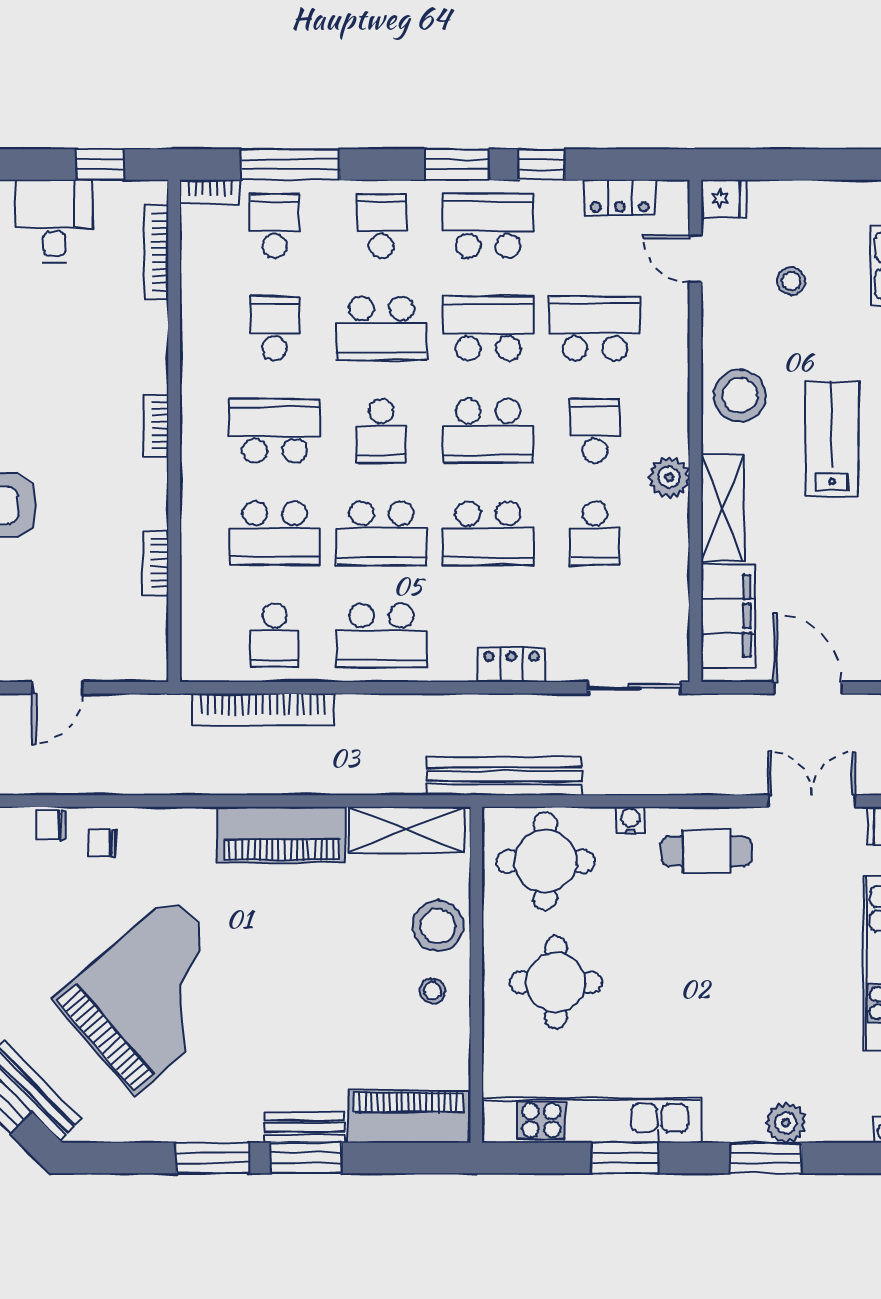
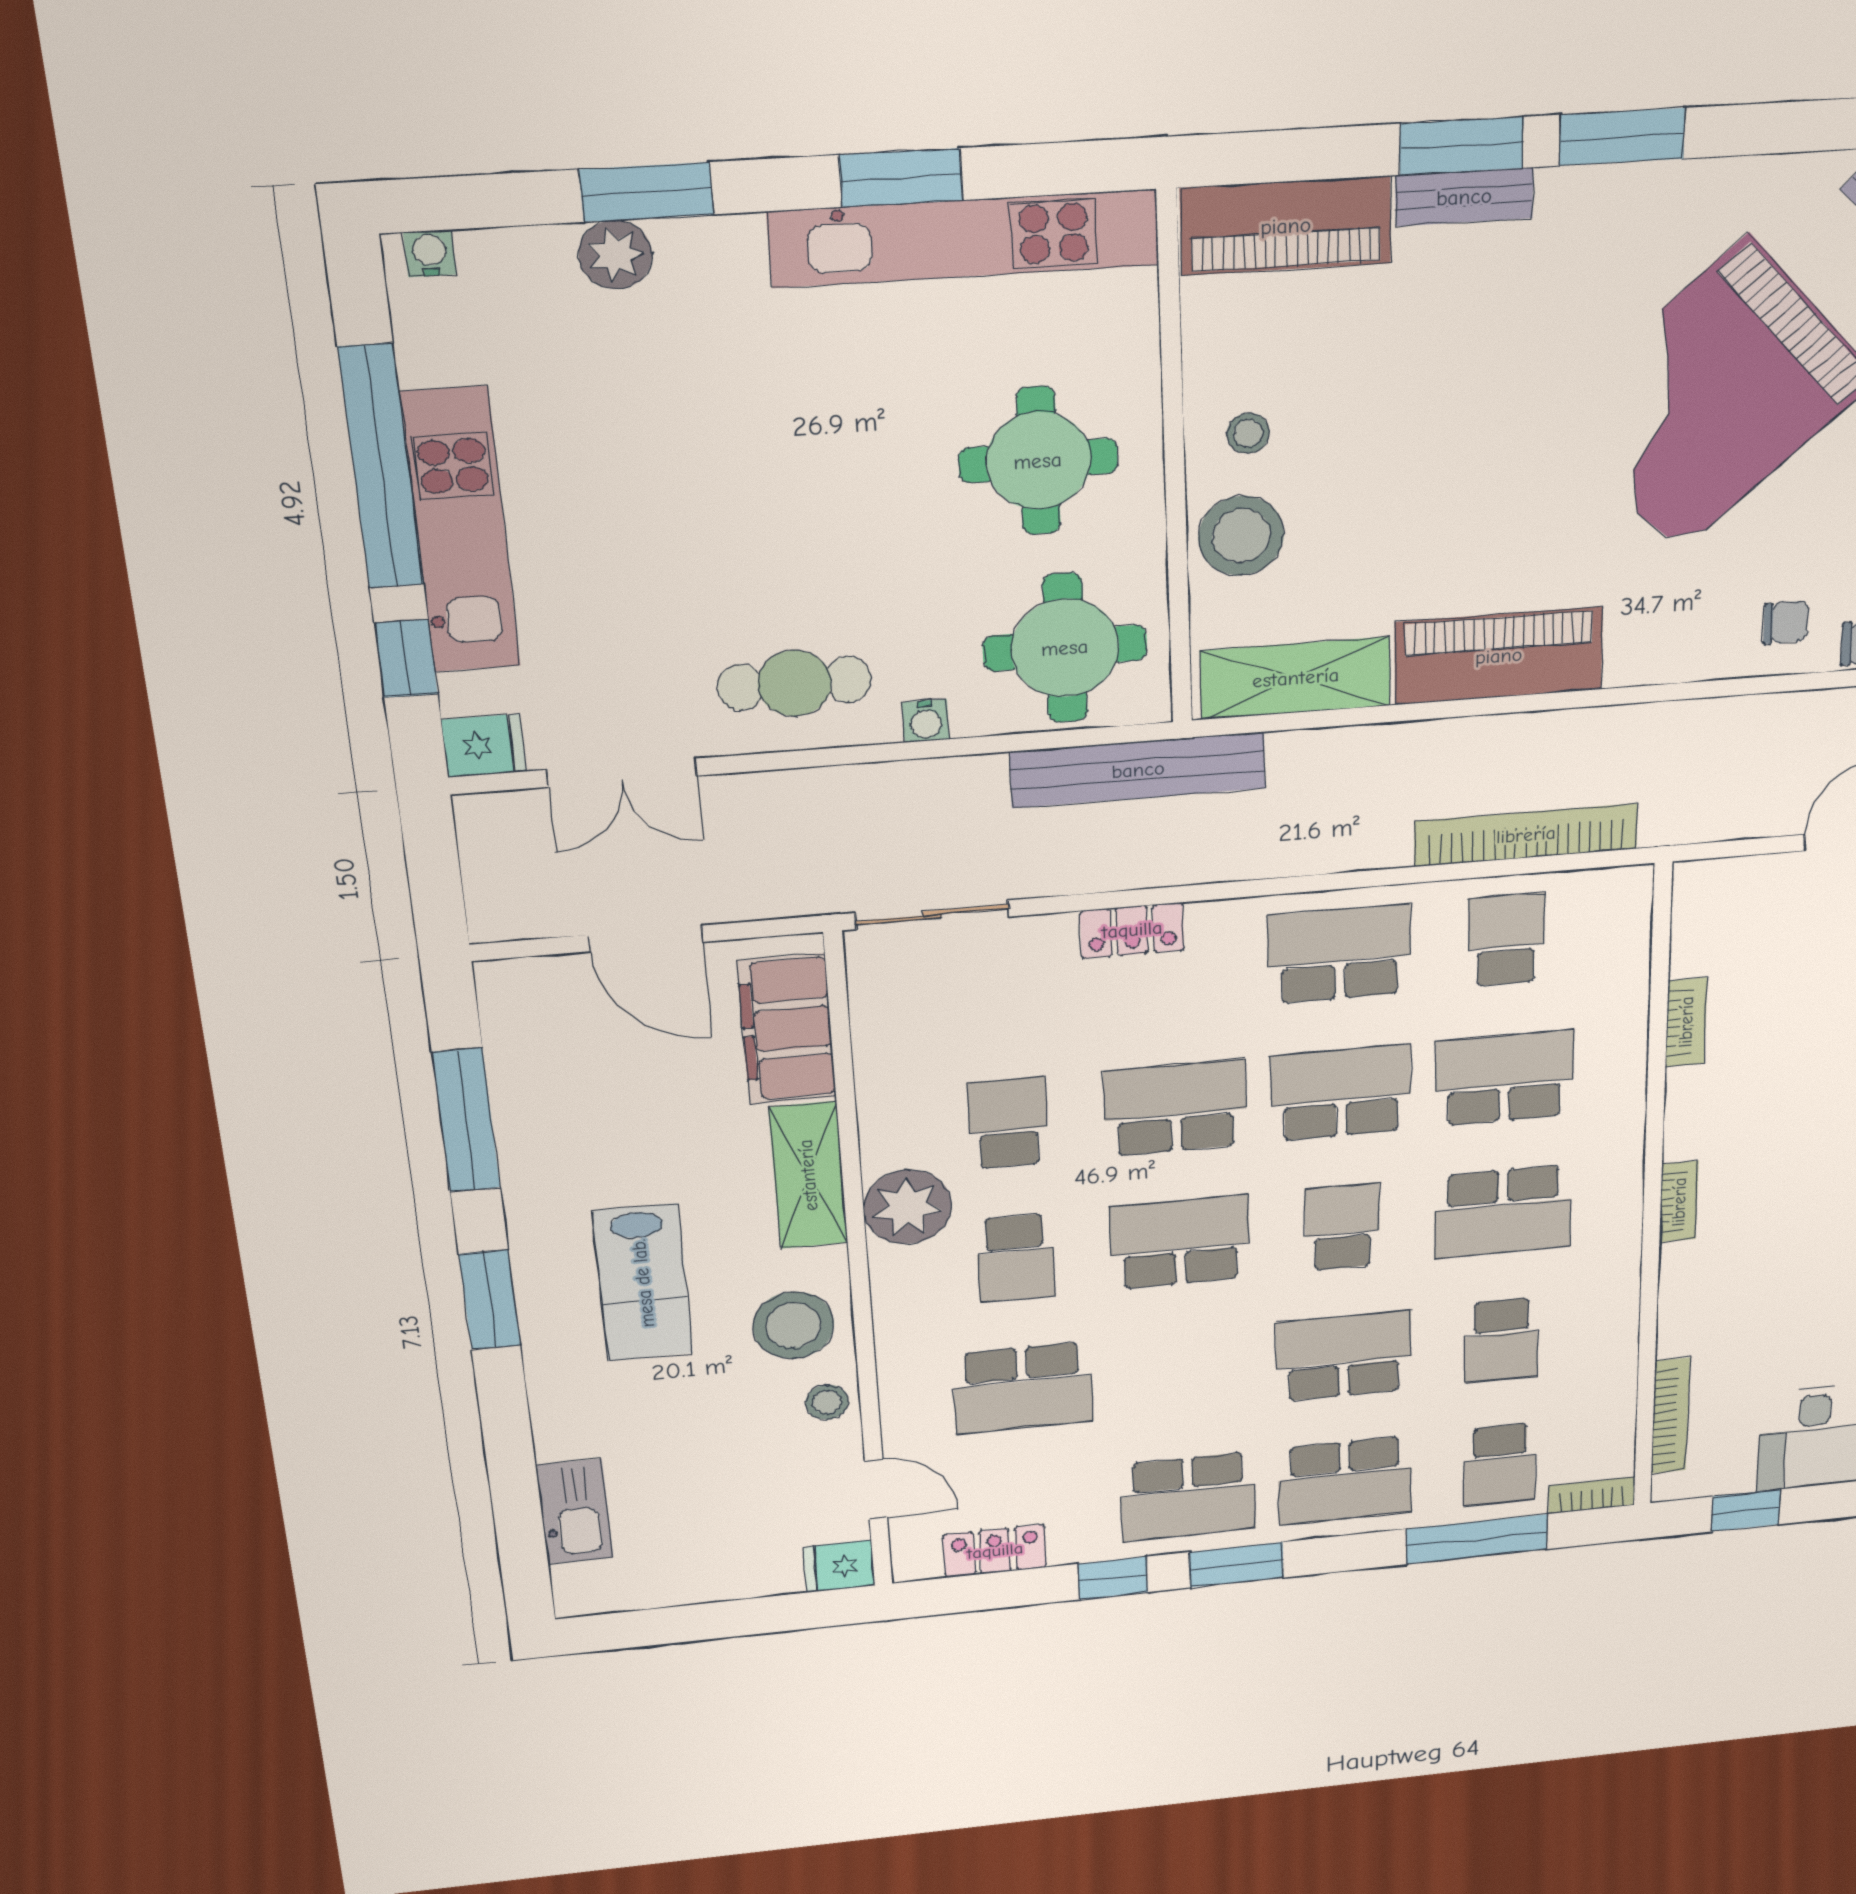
school desk: (381, 226) -> (1345, 1480), width x1.85
stool: (791, 281) -> (827, 1402), moved
school desk: (488, 328) -> (1184, 1372), removed
plant: (669, 477) -> (907, 1207), width x1.36, depth x1.36

